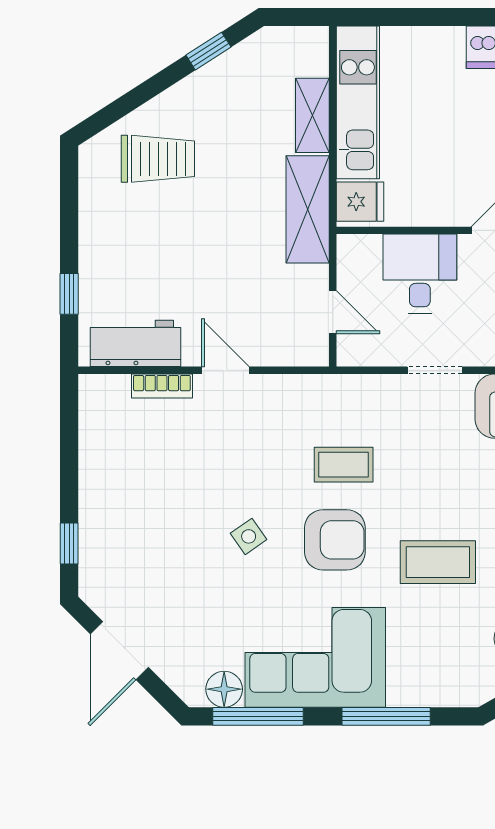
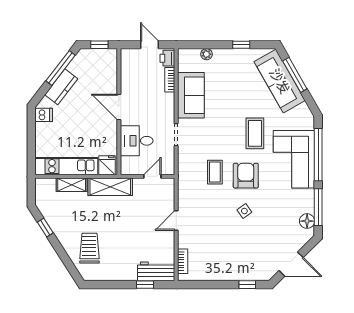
workbench: (135, 343) -> (156, 271), moved, turned 90
bookcase: (162, 386) -> (183, 261), moved
corner sofa: (315, 657) -> (294, 159), moved
window: (386, 716) -> (318, 155), width x1.46

